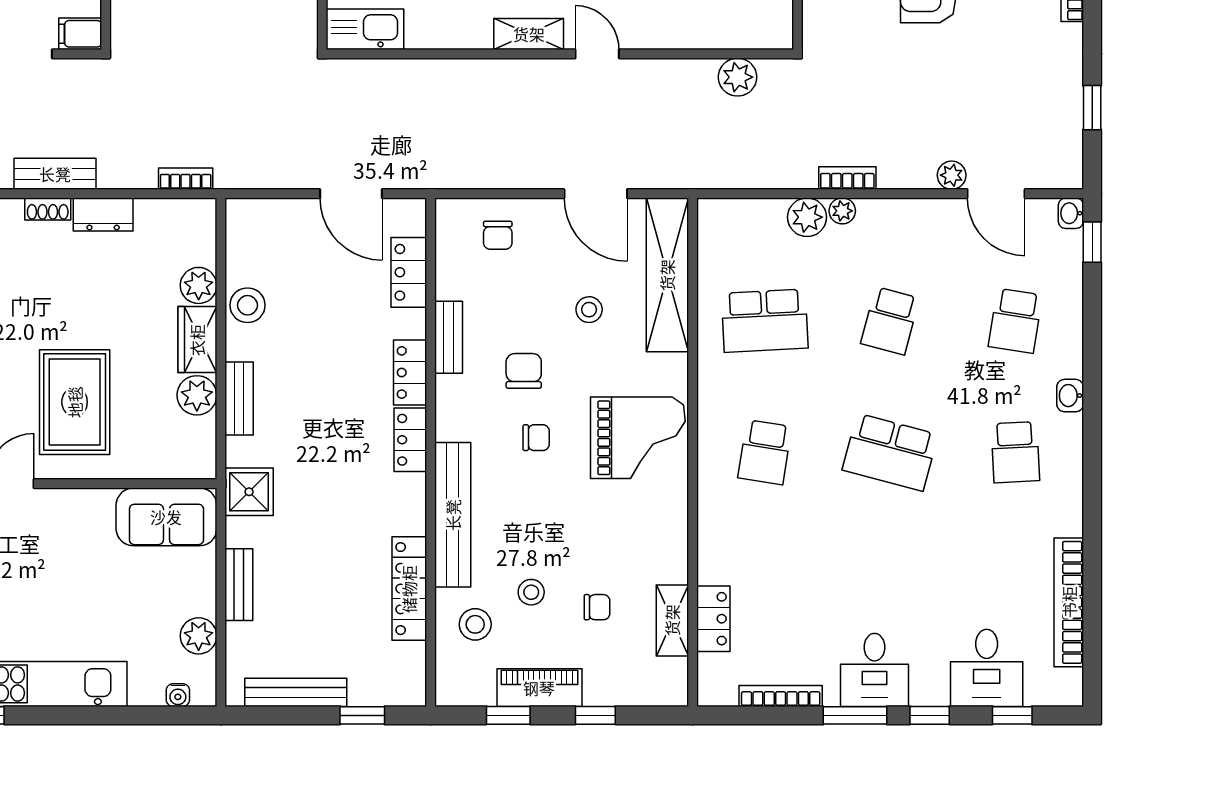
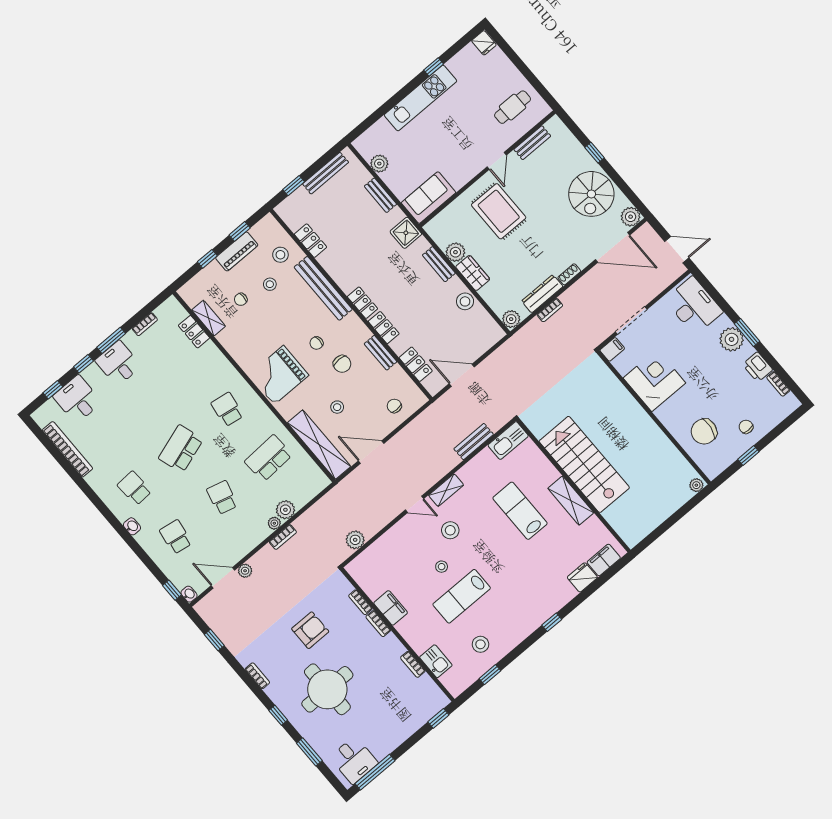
bench: (55, 174) -> (474, 442), moved
bookcase: (186, 179) -> (550, 310), moved
dresser: (103, 215) -> (542, 294), width x1.44
plant: (199, 285) -> (511, 319), moved
school desk: (890, 452) -> (181, 449), turned -33
locker: (409, 589) -> (311, 241), width x0.66
water cooler: (178, 695) -> (368, 135), removed
bookcase: (781, 696) -> (145, 324), width x0.64

